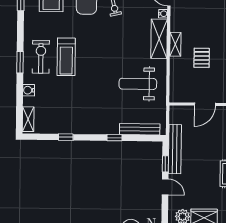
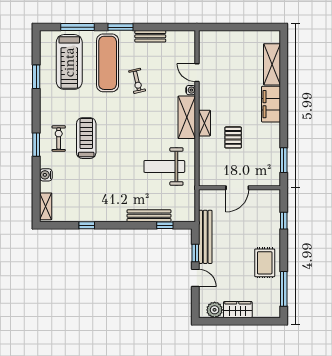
exercise bike: (41, 57) -> (59, 138), width x0.73, depth x0.72
treadmill: (66, 57) -> (86, 138), turned 180
bench: (140, 129) -> (149, 216), moved
window: (115, 138) -> (165, 225), moved

